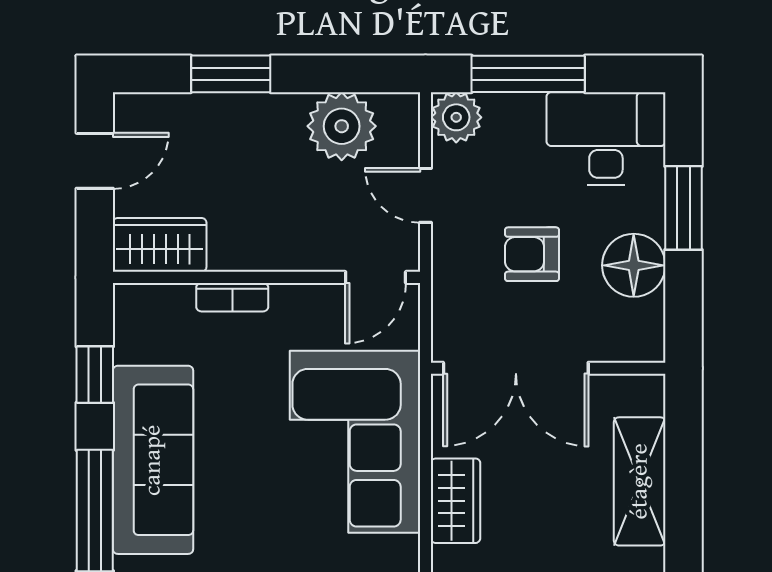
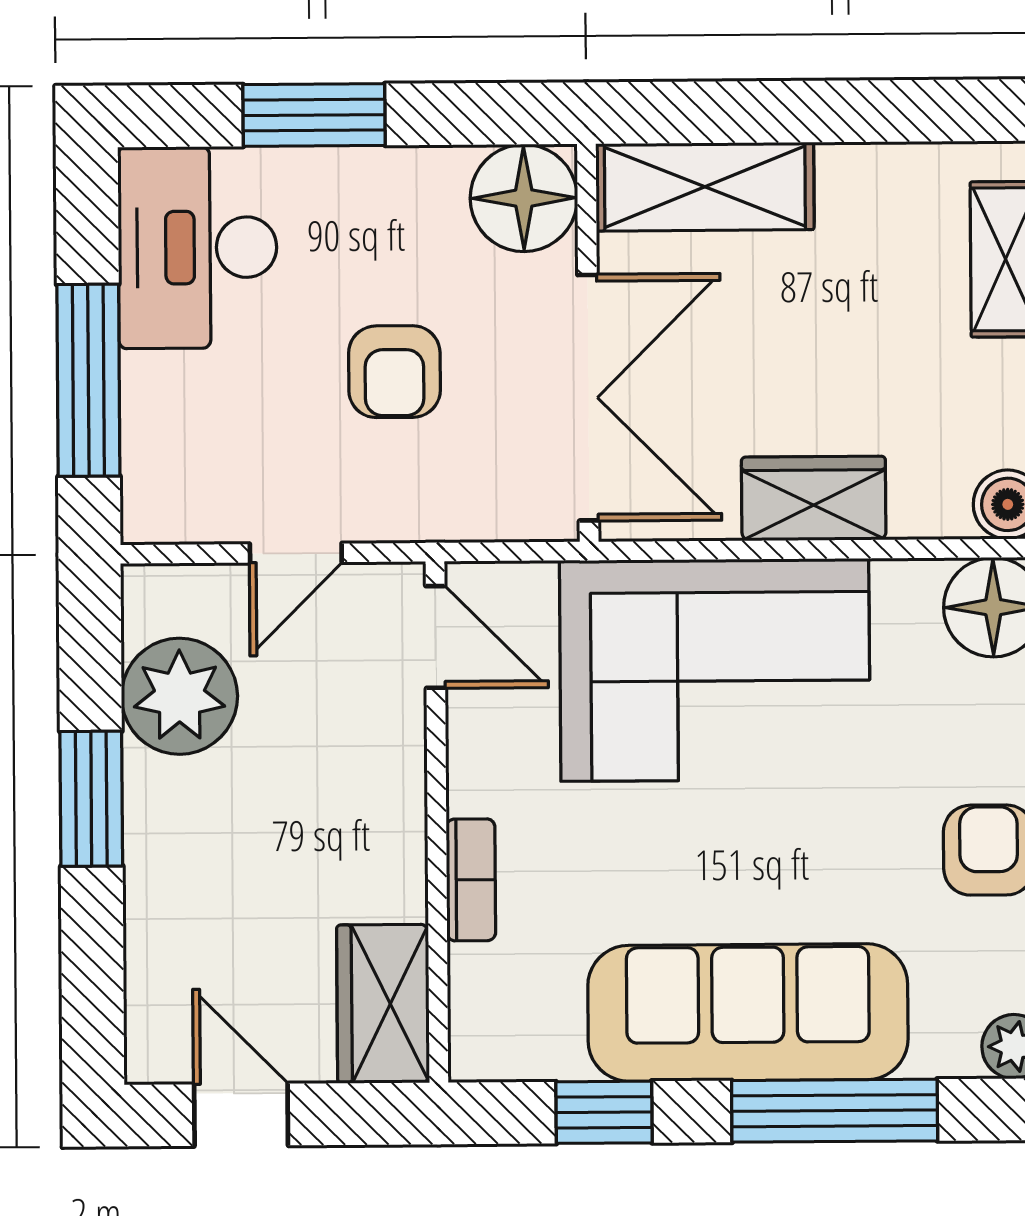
window: (231, 74) -> (91, 799), moved
plant: (456, 117) -> (163, 502), removed
floor lamp: (634, 265) -> (524, 198), moved
shelving: (640, 481) -> (705, 187), moved

